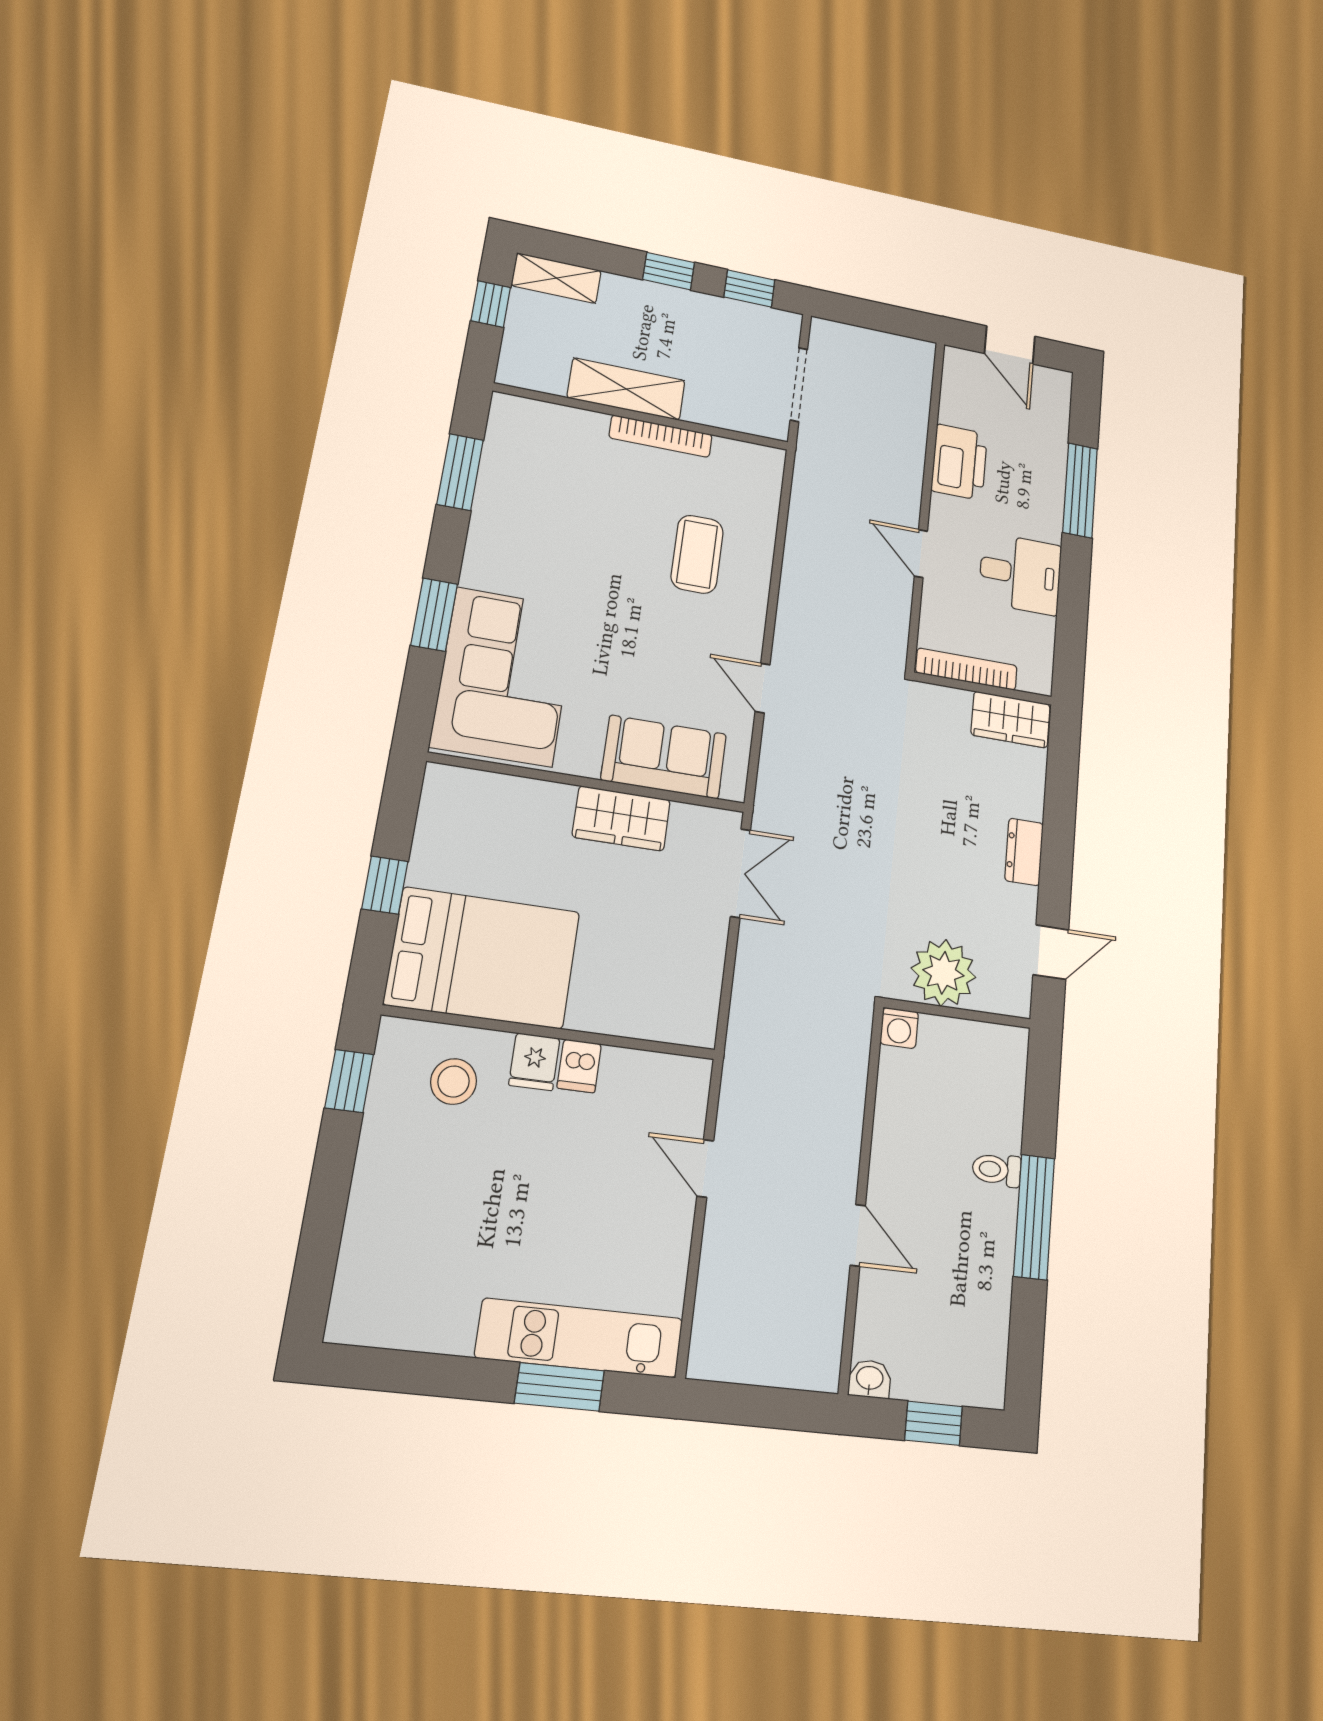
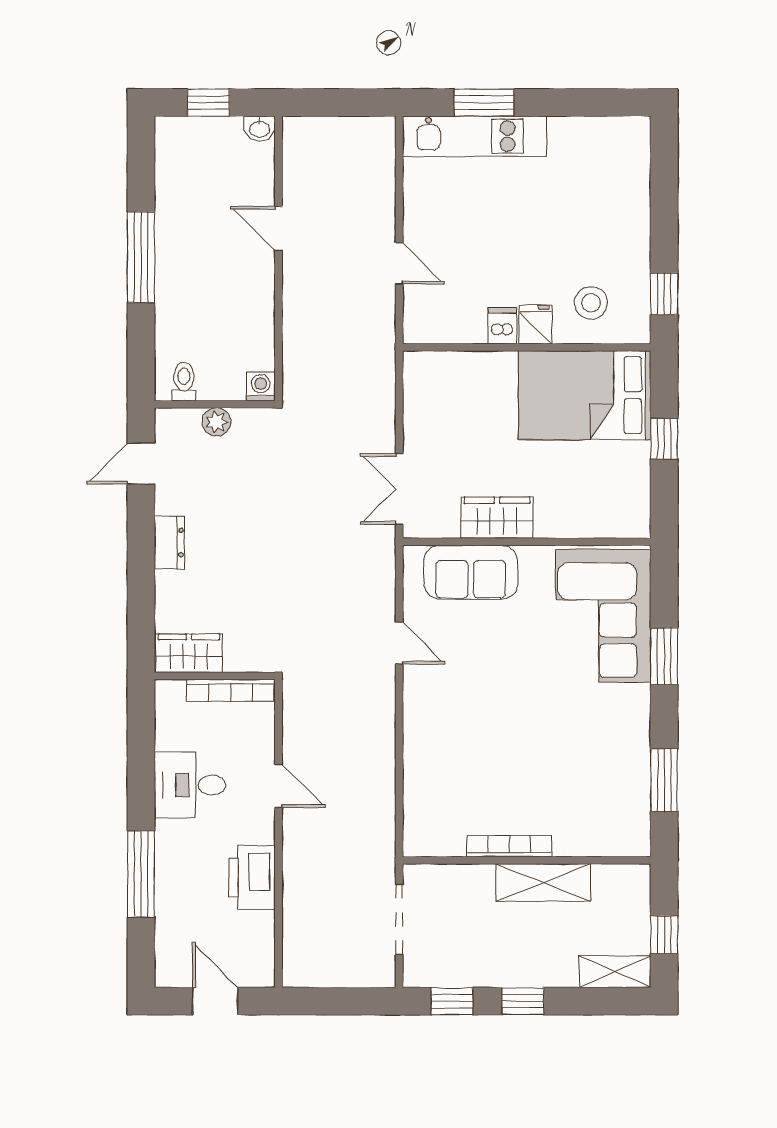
coffee table: (697, 554) -> (466, 748), removed
plant: (943, 973) -> (216, 422), width x0.53, depth x0.53
toilet: (997, 1170) -> (184, 382), moved, turned -90

